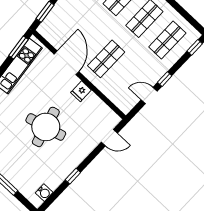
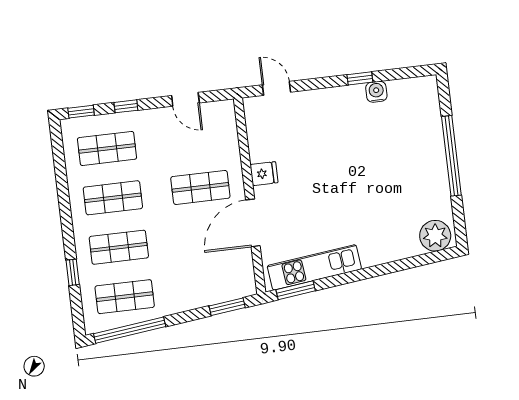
window: (165, 79) -> (126, 106), moved
round table: (46, 127) -> (343, 166), removed
water cooler: (44, 193) -> (376, 92), moved

